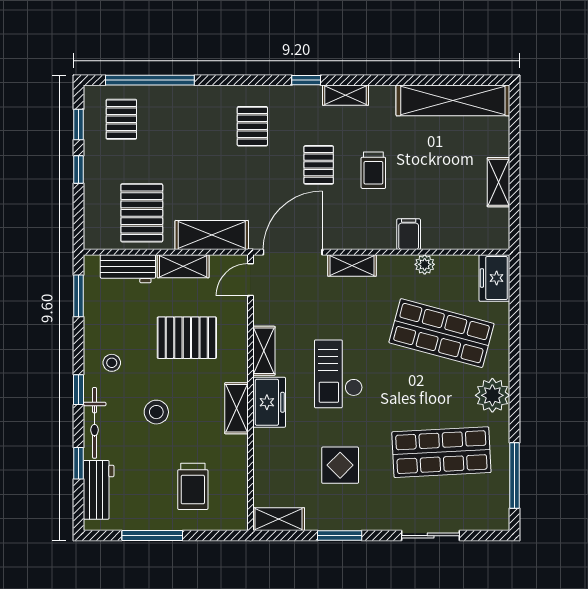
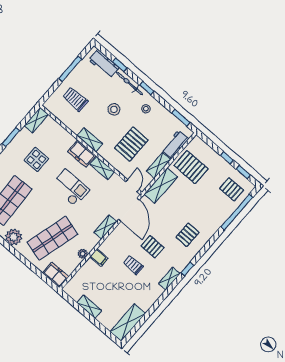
shelving: (453, 100) -> (128, 323), width x0.68
pallet: (252, 126) -> (188, 235), turned 90

